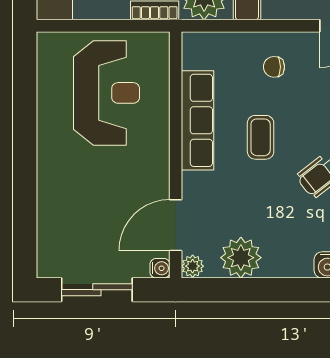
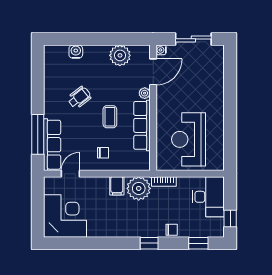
plant: (193, 266) -> (145, 93), moved

